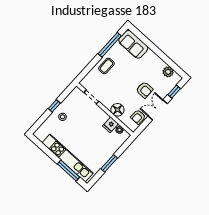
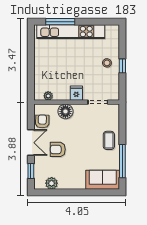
fridge: (110, 125) -> (76, 93), moved
window: (109, 163) -> (31, 59), removed

